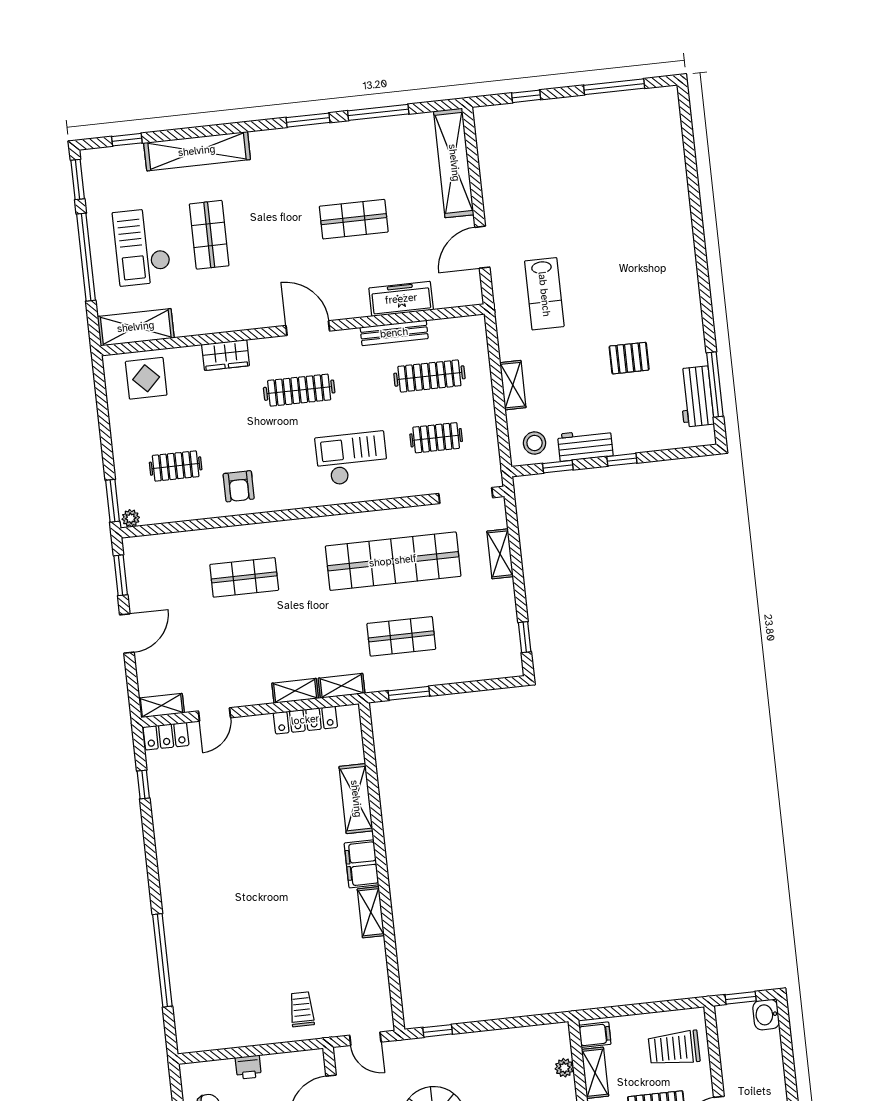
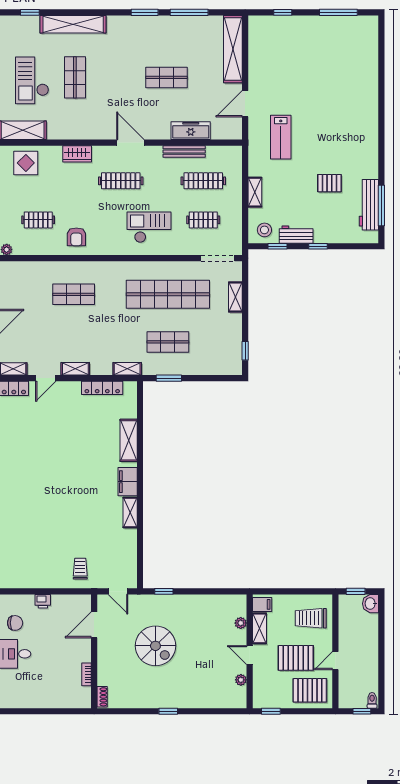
workbench: (696, 396) -> (369, 205), width x1.38
shelving: (295, 691) -> (75, 369), moved

